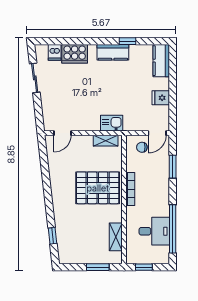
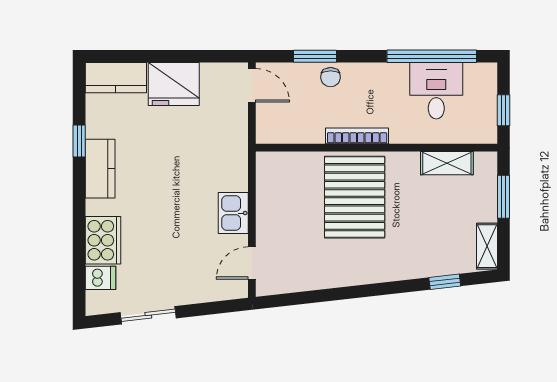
fridge: (161, 98) -> (174, 84), width x1.88, depth x1.34
kitchen sink: (112, 123) -> (233, 213), moved
door: (63, 133) -> (252, 263), swing flipped
shelving: (106, 141) -> (487, 246), moved
chair: (142, 147) -> (331, 77), moved

